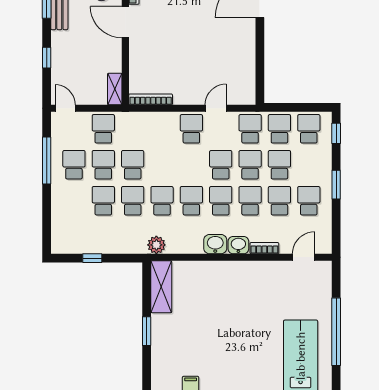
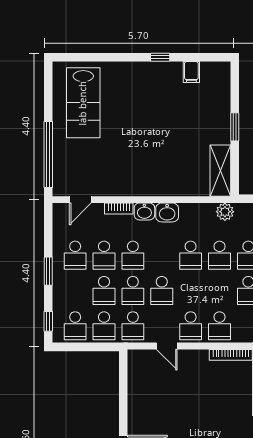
door: (216, 108) -> (167, 346), hinge flipped
school desk: (221, 201) -> (219, 326), moved
window: (336, 332) -> (48, 155), moved

